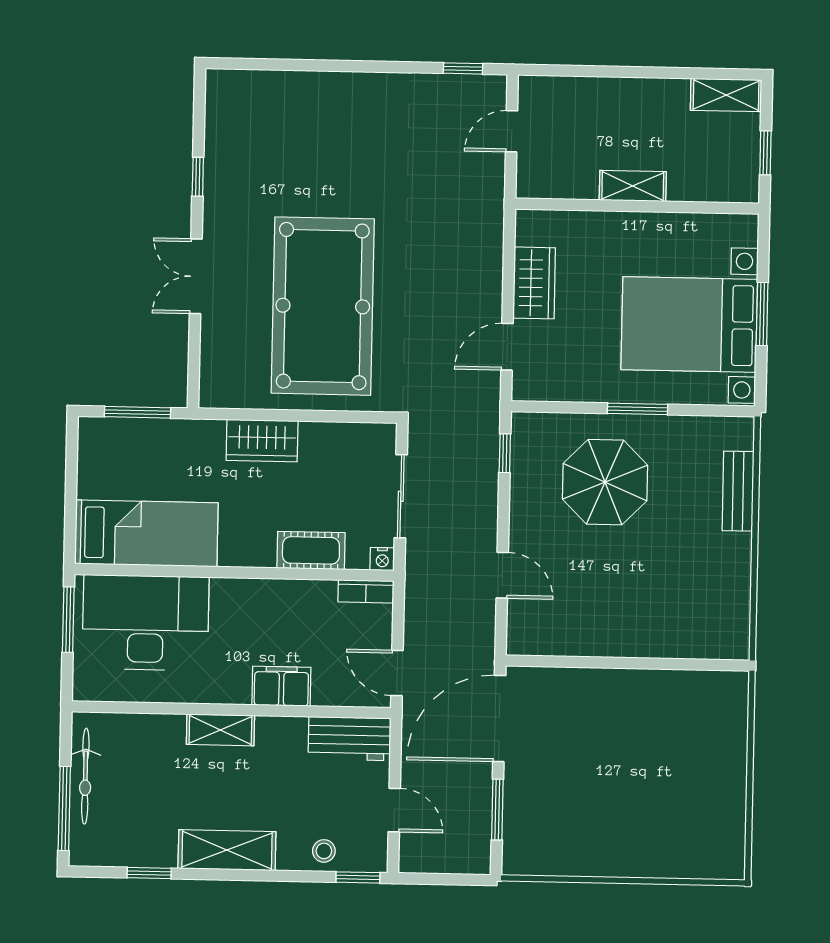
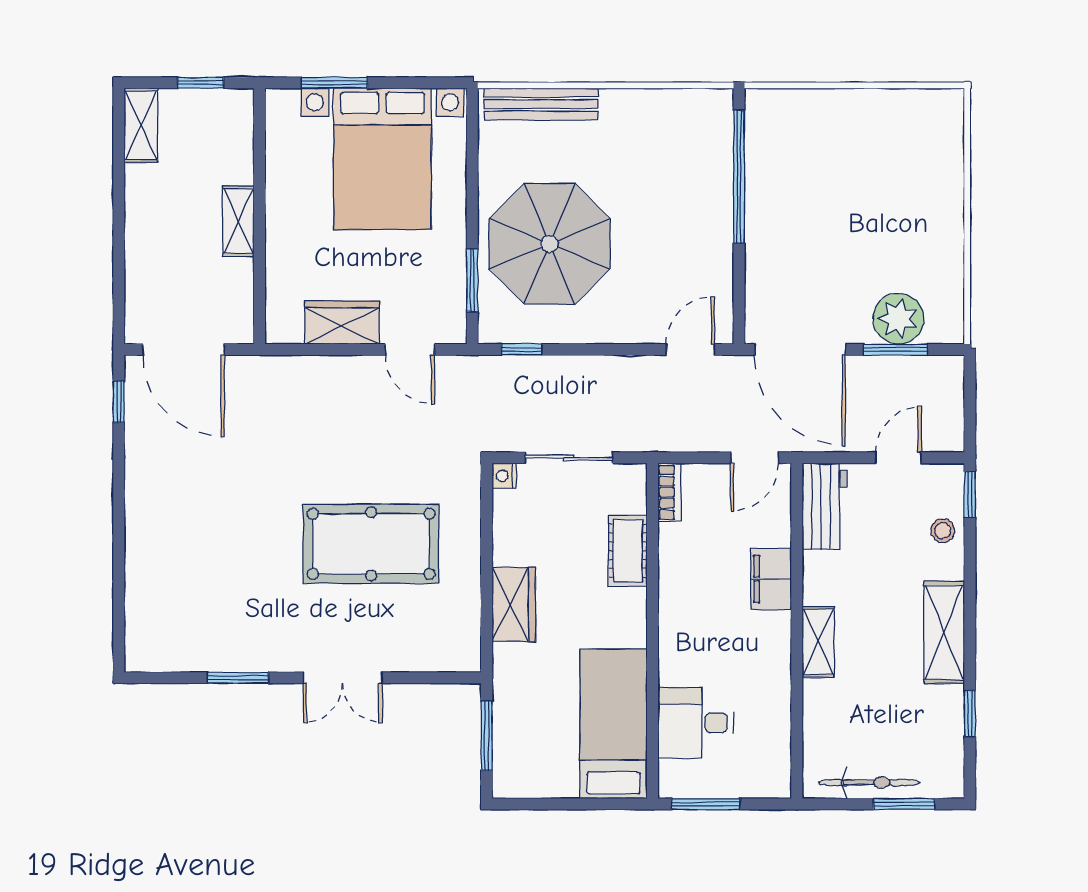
door: (512, 131) -> (184, 350), width x1.88
window: (198, 177) -> (238, 678), width x1.50
pool table: (323, 306) -> (371, 544), width x0.73, depth x0.76
window: (762, 314) -> (334, 83), moved
window: (638, 409) -> (472, 280), moved
parasol: (605, 482) -> (550, 244), width x1.36, depth x1.36
bench: (738, 491) -> (541, 104), width x1.36
nightstand: (382, 559) -> (504, 476), moved, turned 180
door: (502, 575) -> (690, 350), moved
desk: (146, 623) -> (696, 723), width x0.53, depth x0.77
window: (665, 664) -> (739, 177), added
window: (64, 809) -> (904, 804), width x0.69
plant: (527, 813) -> (898, 319), added

